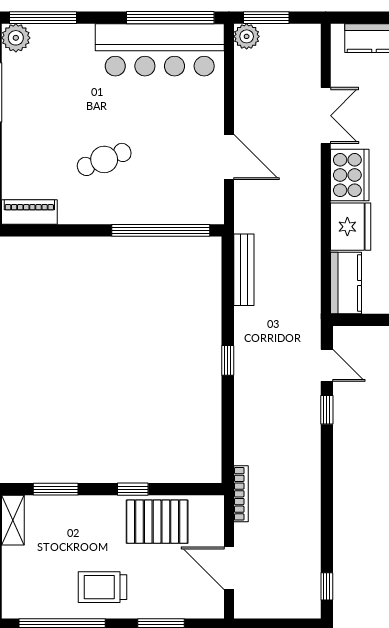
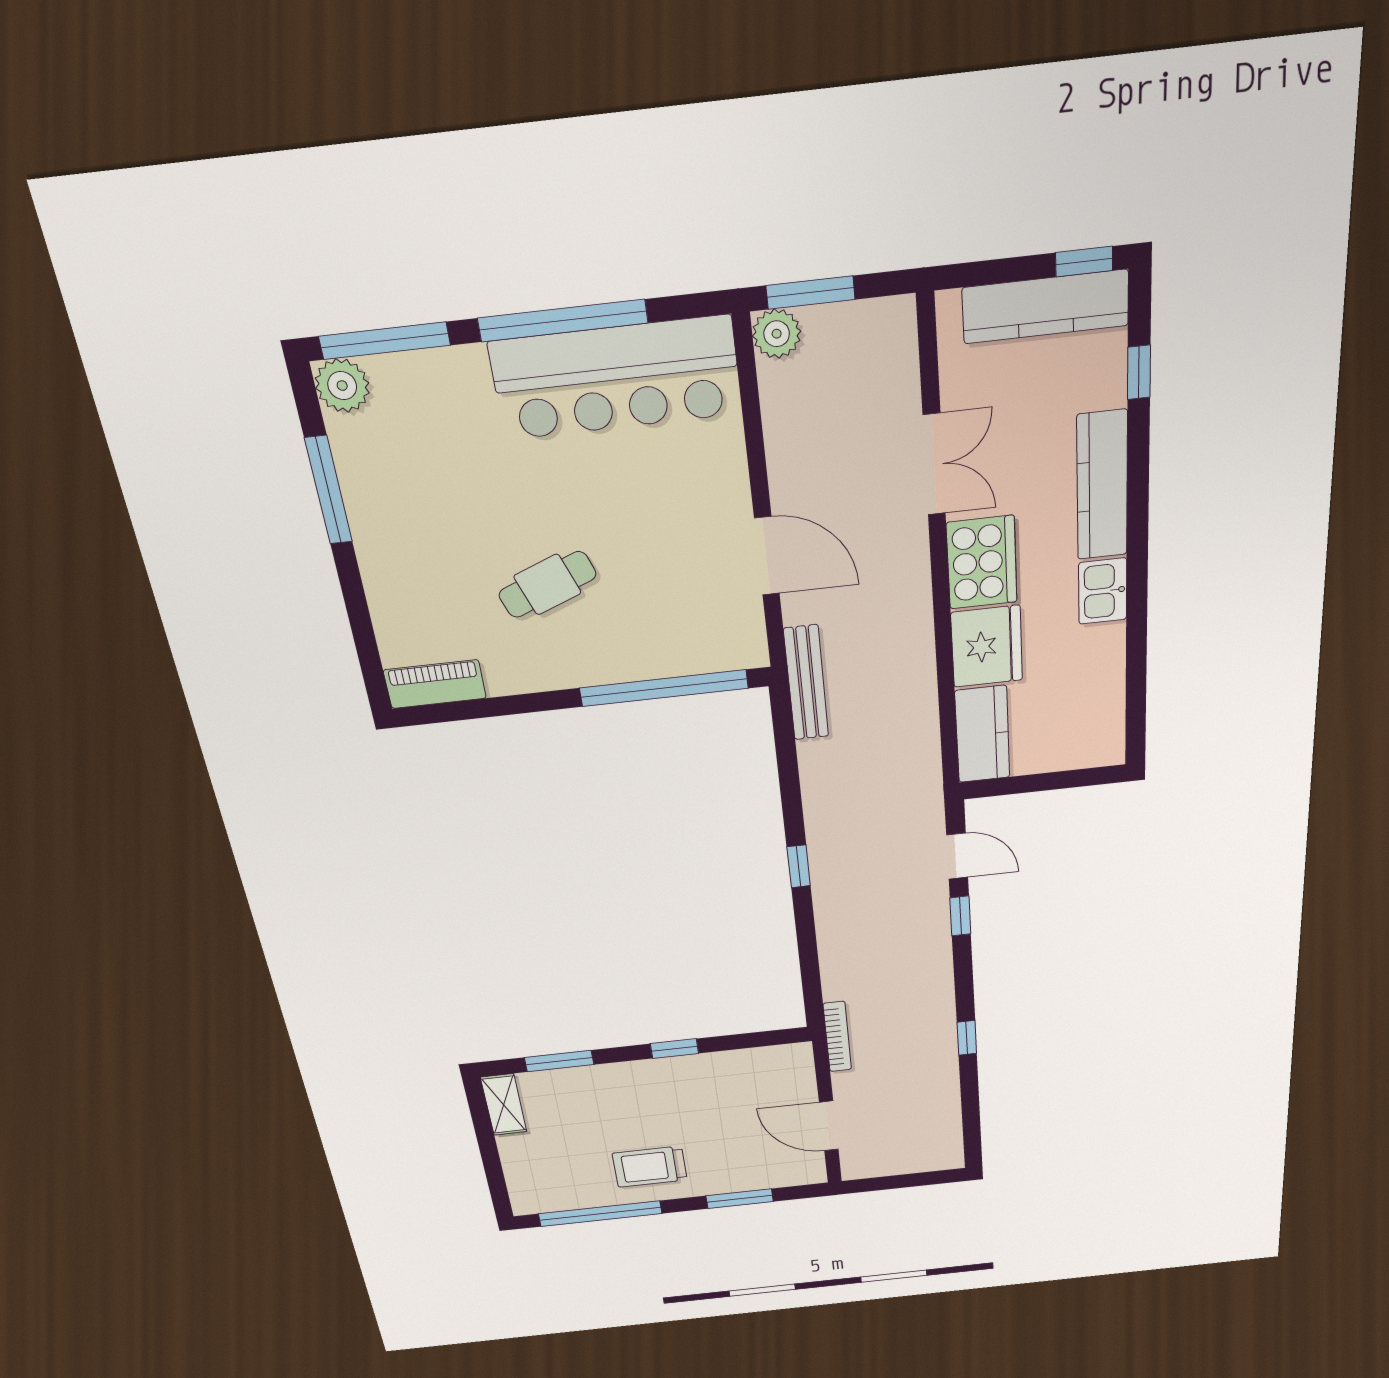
window: (170, 18) -> (563, 321), moved
bench: (244, 270) -> (806, 683), moved
pallet: (157, 522) -> (717, 1083), removed
window: (327, 586) -> (967, 1038), moved

